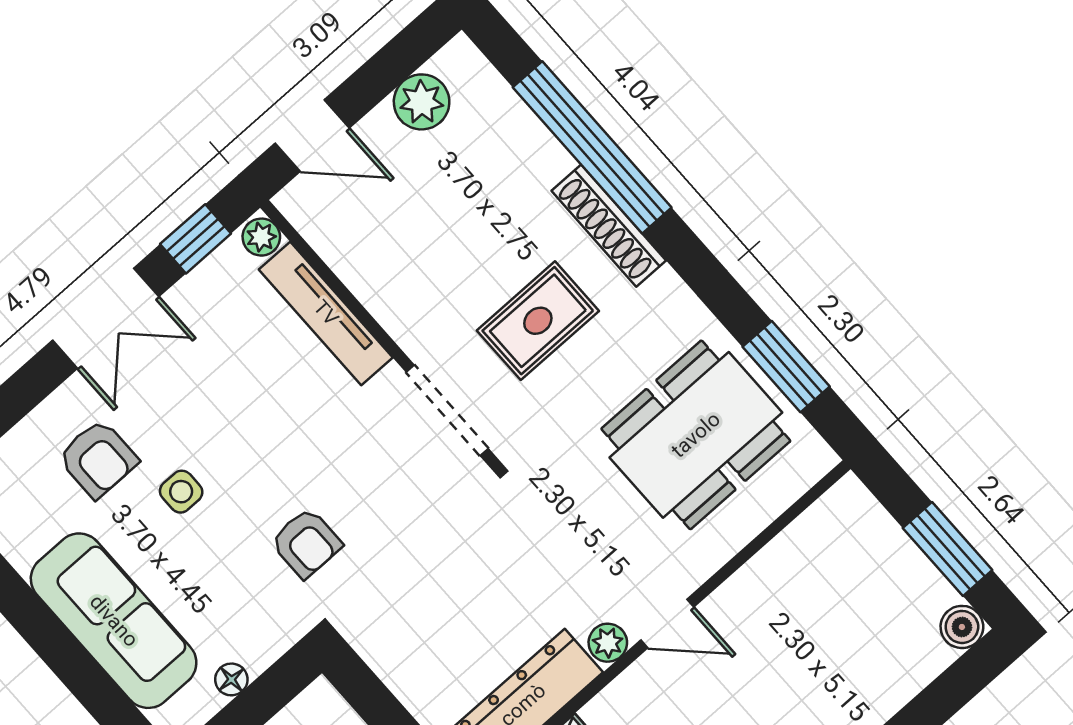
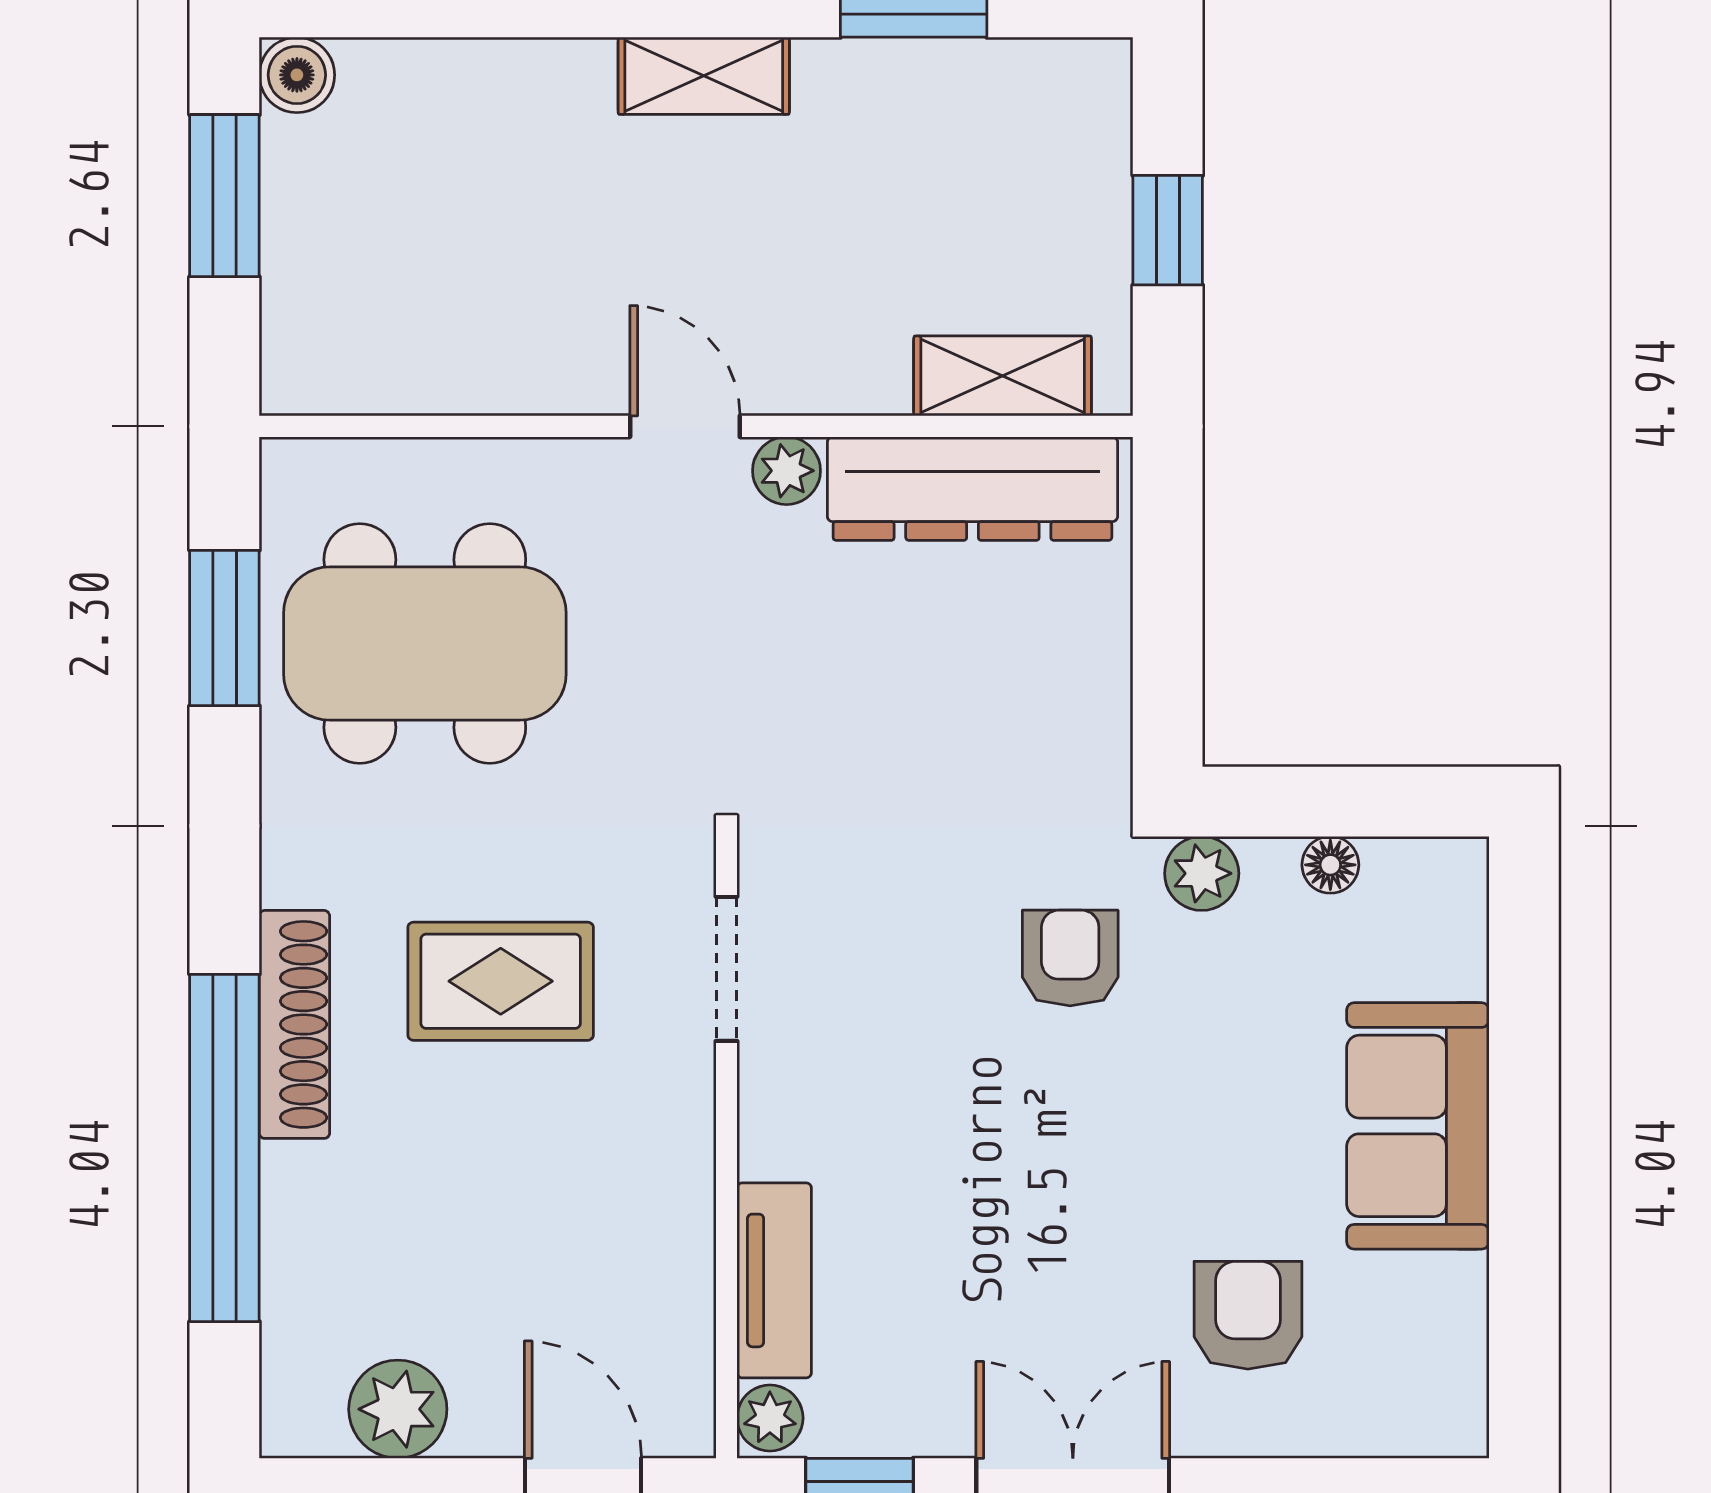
tv unit: (326, 313) -> (774, 1280), width x0.71
doorway: (447, 410) -> (726, 969), width x0.73
side table: (181, 492) -> (1176, 1174), removed
sofa: (114, 621) -> (1418, 1126), width x0.73
plant: (282, 628) -> (1202, 873), added

